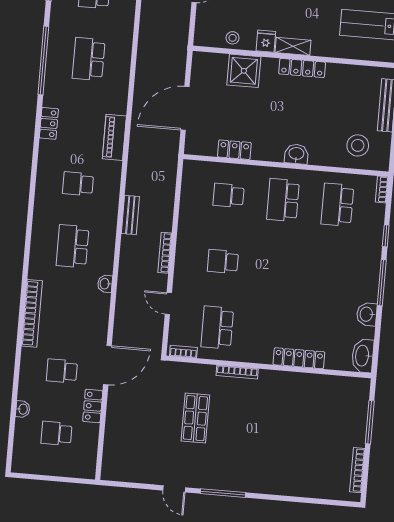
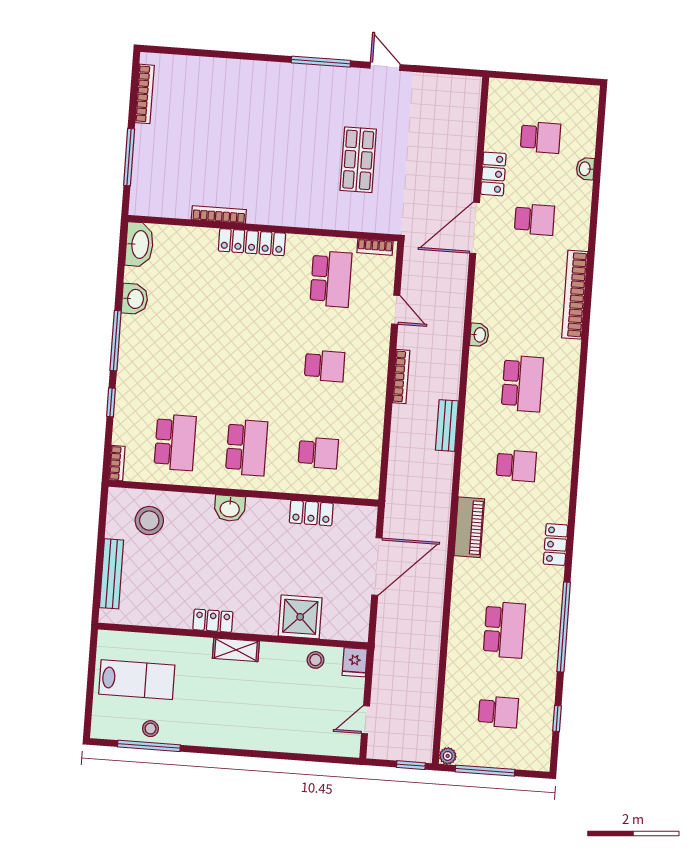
fridge: (266, 41) -> (355, 662), moved
locker: (302, 68) -> (213, 621), width x0.66
locker: (299, 358) -> (252, 242), moved
bookcase: (237, 372) -> (219, 215), moved

